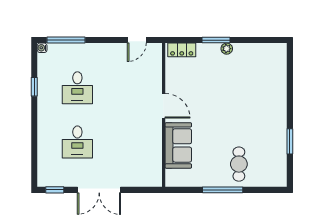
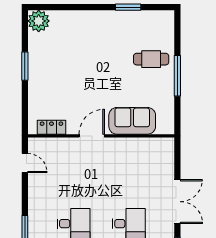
window: (216, 40) -> (25, 66), moved
plant: (227, 49) -> (39, 21), moved, width x1.87, depth x1.87
locker: (182, 50) -> (51, 127), moved, turned -90

